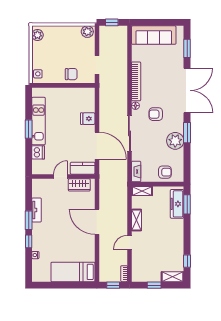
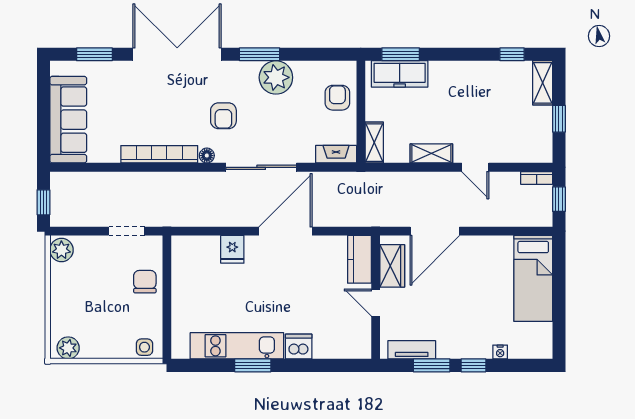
kitchen counter: (83, 168) -> (360, 259), moved
door: (61, 177) -> (376, 303), moved
wall: (63, 177) -> (376, 297), moved
wardrobe: (79, 185) -> (392, 266), moved

